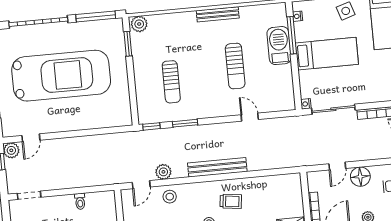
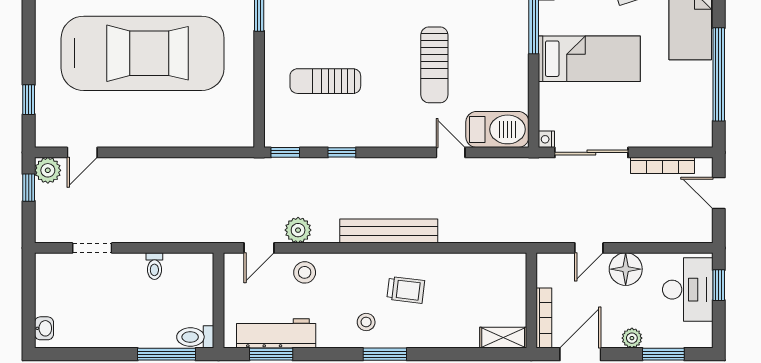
barbecue: (279, 46) -> (497, 129), moved, turned 90
sun lounger: (171, 82) -> (325, 81), turned 90
window: (185, 123) -> (342, 152), width x0.67
doorway: (29, 195) -> (92, 248), moved

